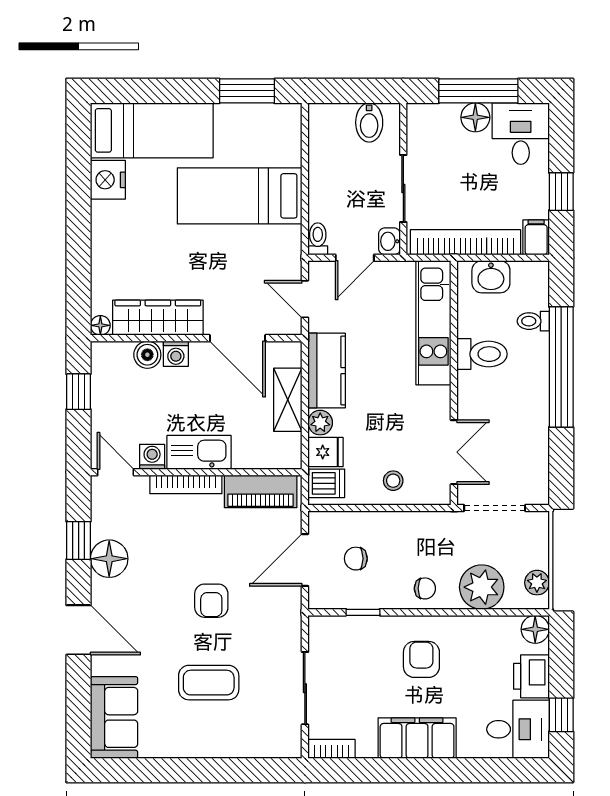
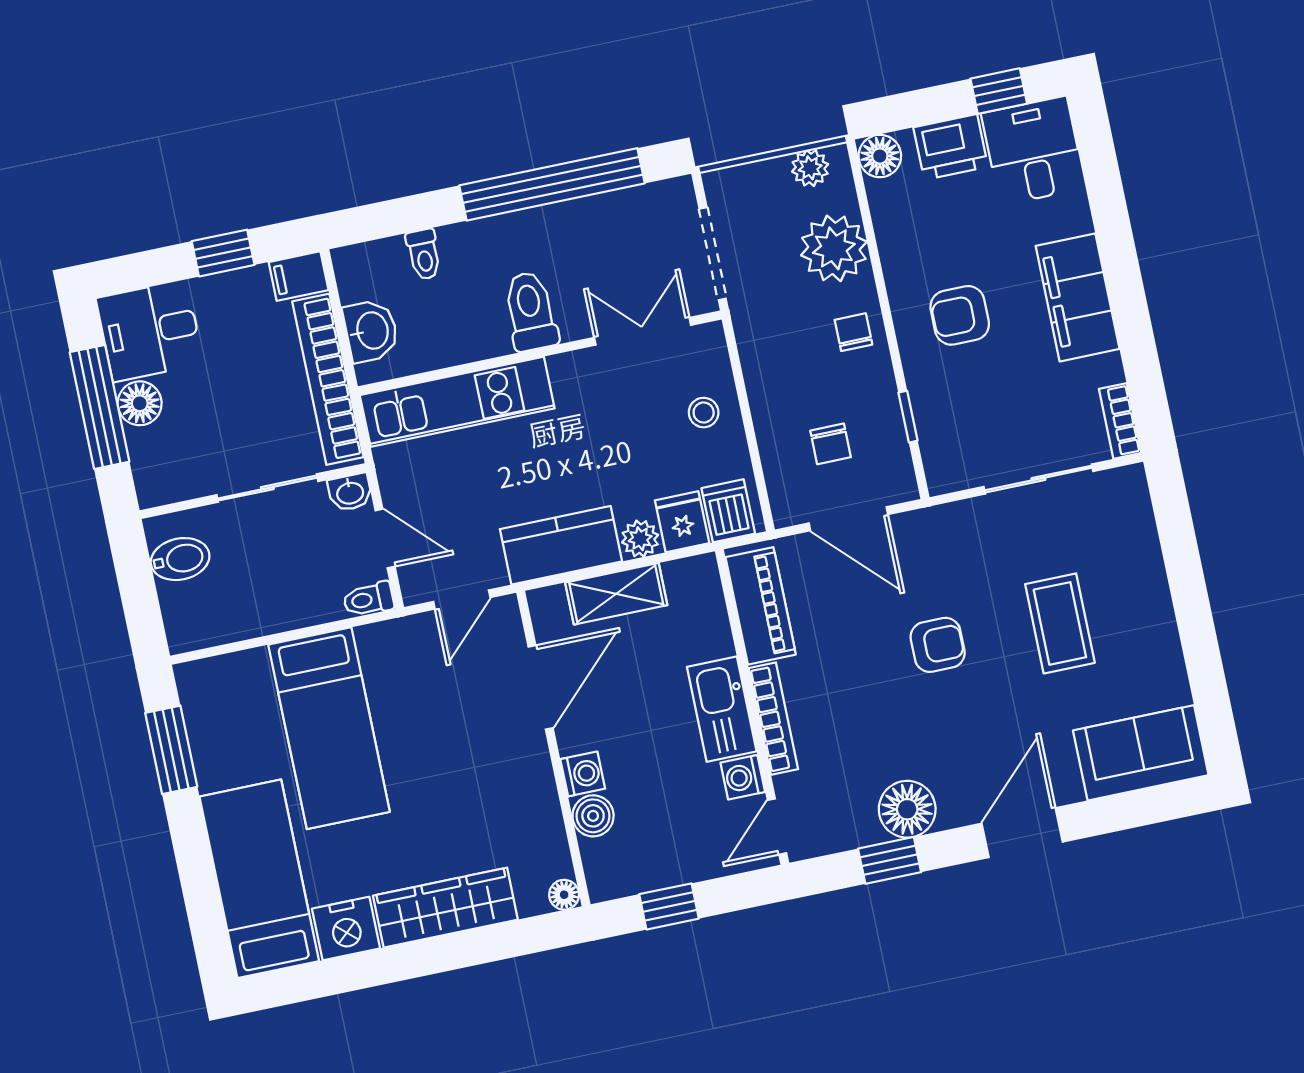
wardrobe: (158, 318) -> (445, 908), moved, turned 90
toilet: (482, 354) -> (531, 311), moved
window: (561, 367) -> (552, 184), moved

